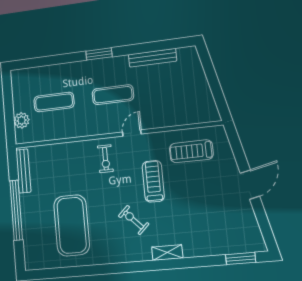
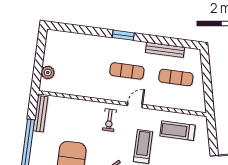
exercise mat: (54, 102) -> (176, 77), moved

